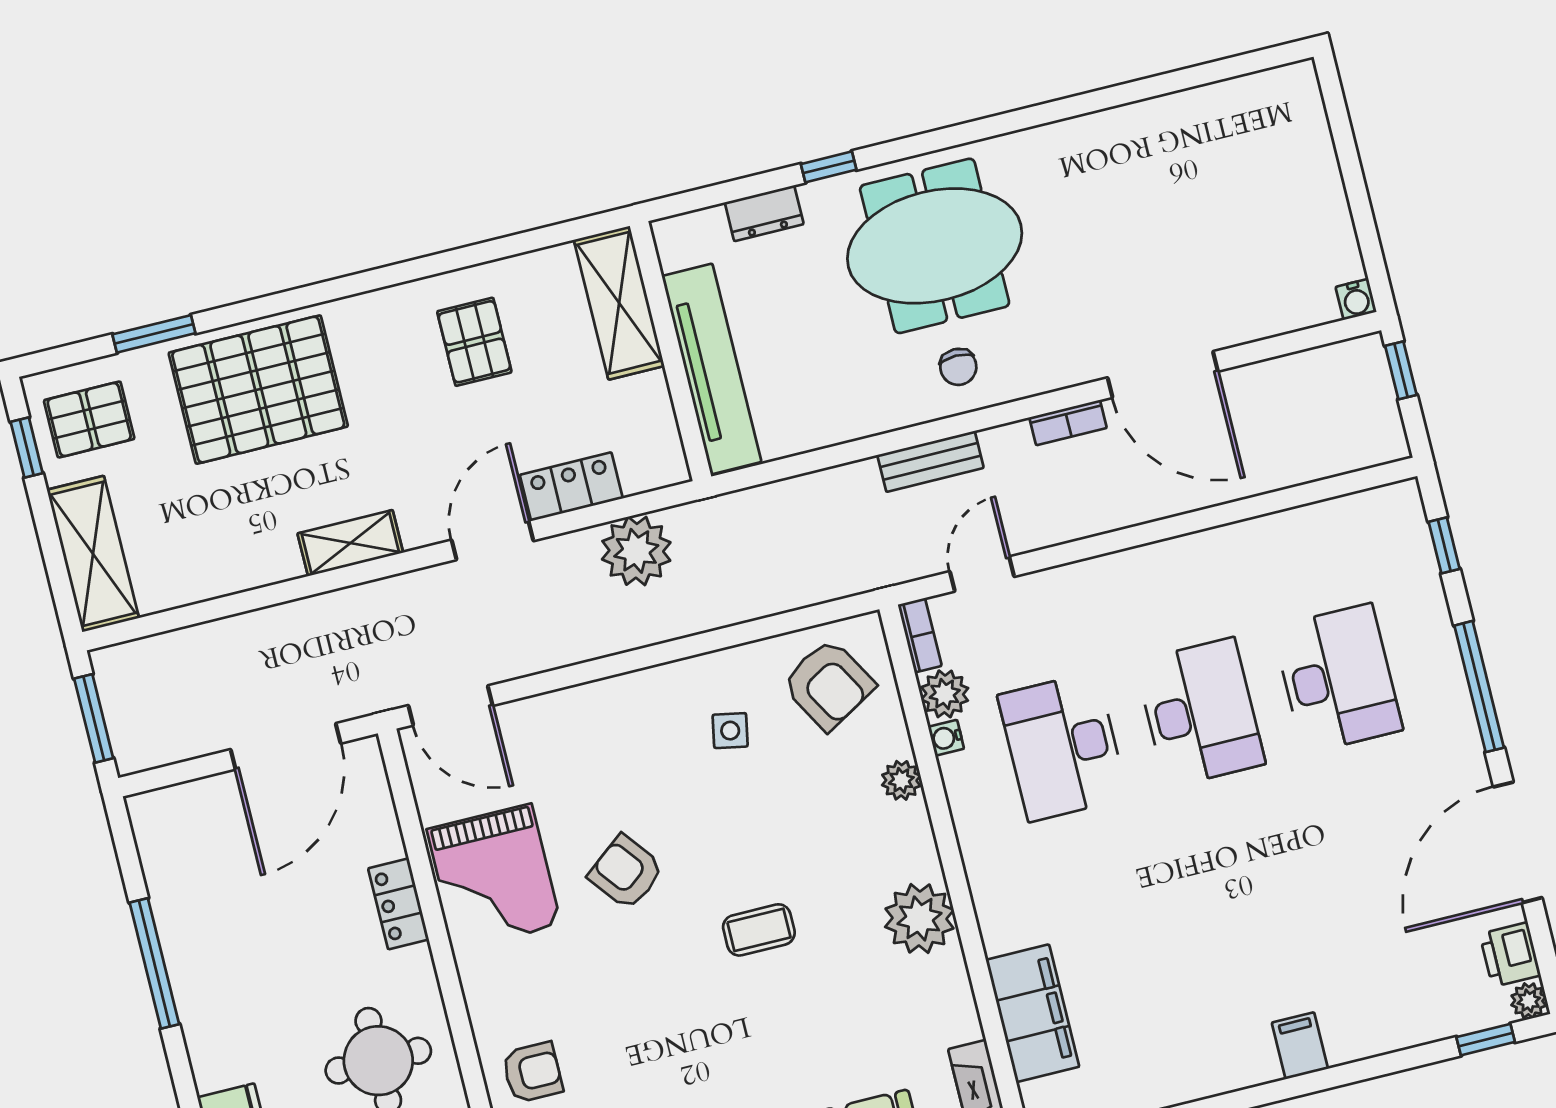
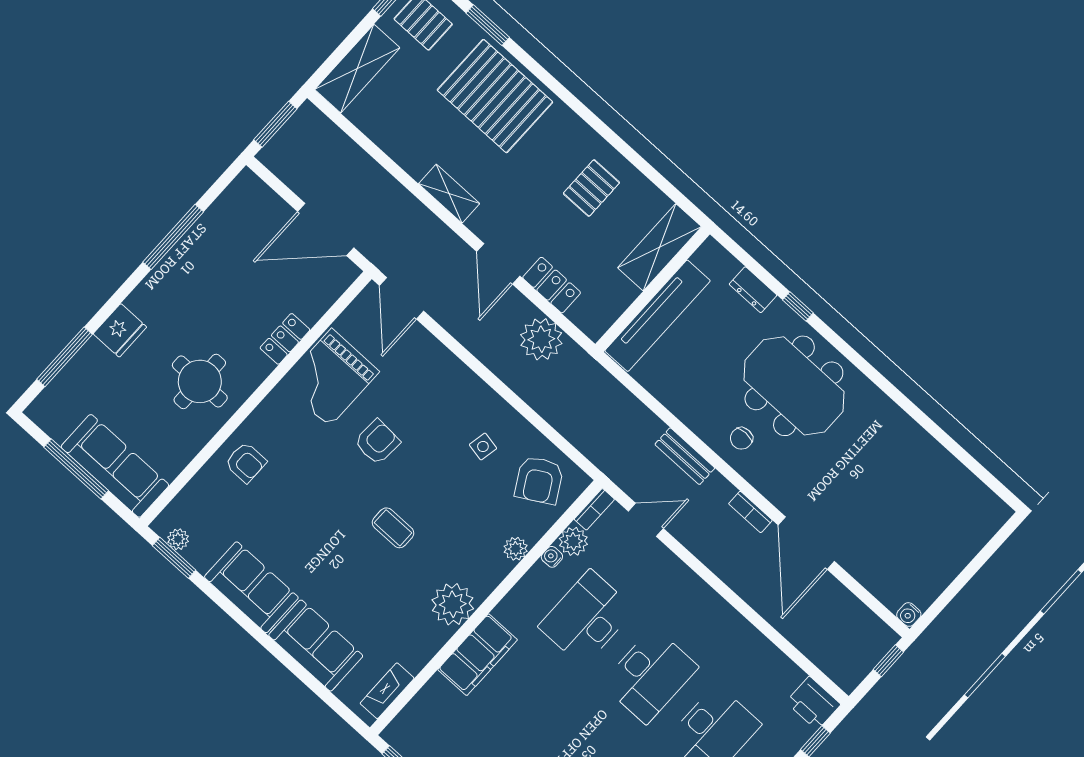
printer: (1390, 513) -> (813, 703), added
door: (492, 540) -> (498, 264), swing flipped
armchair: (626, 872) -> (377, 442), turned 41
filing cabinet: (1033, 1013) -> (478, 655), moved

